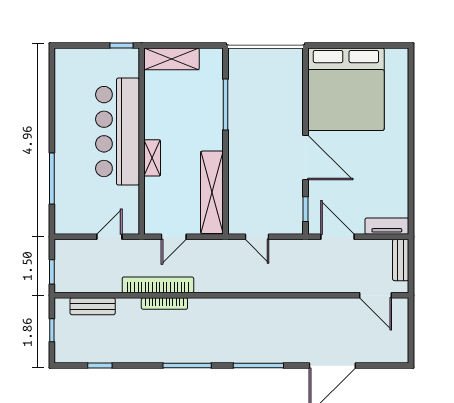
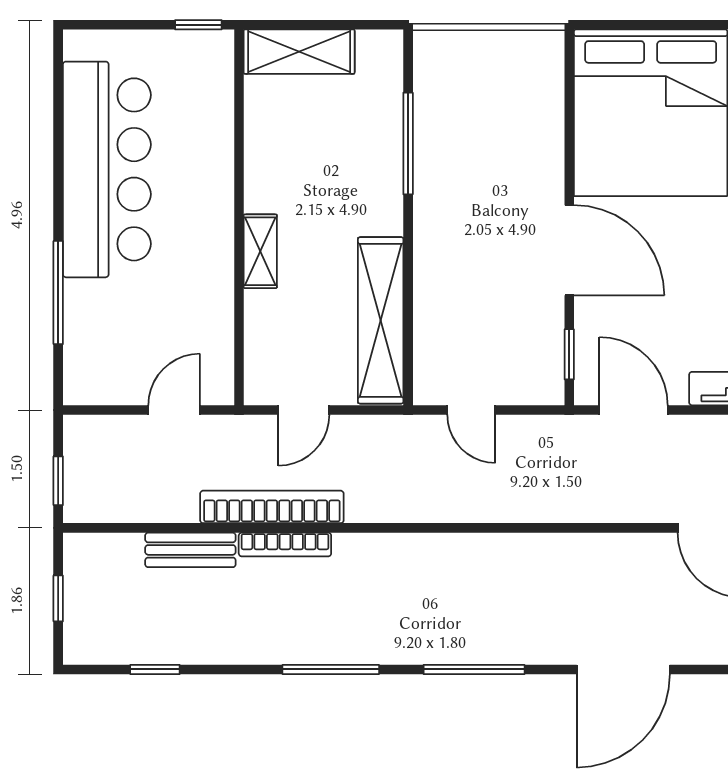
bar counter: (117, 132) -> (107, 169), moved, turned 180
bench: (93, 306) -> (190, 550), moved

